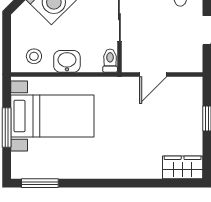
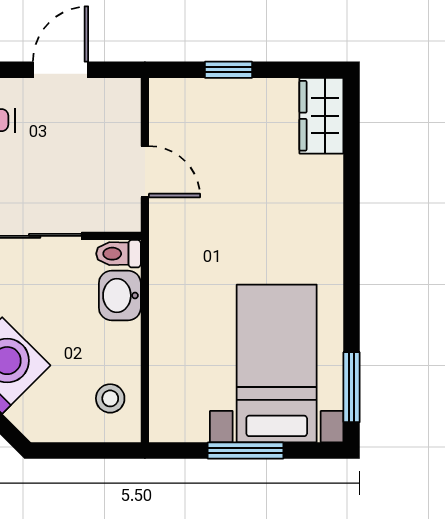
washbasin: (67, 61) -> (120, 296), moved
bed with nightstands: (52, 116) -> (277, 364), moved

